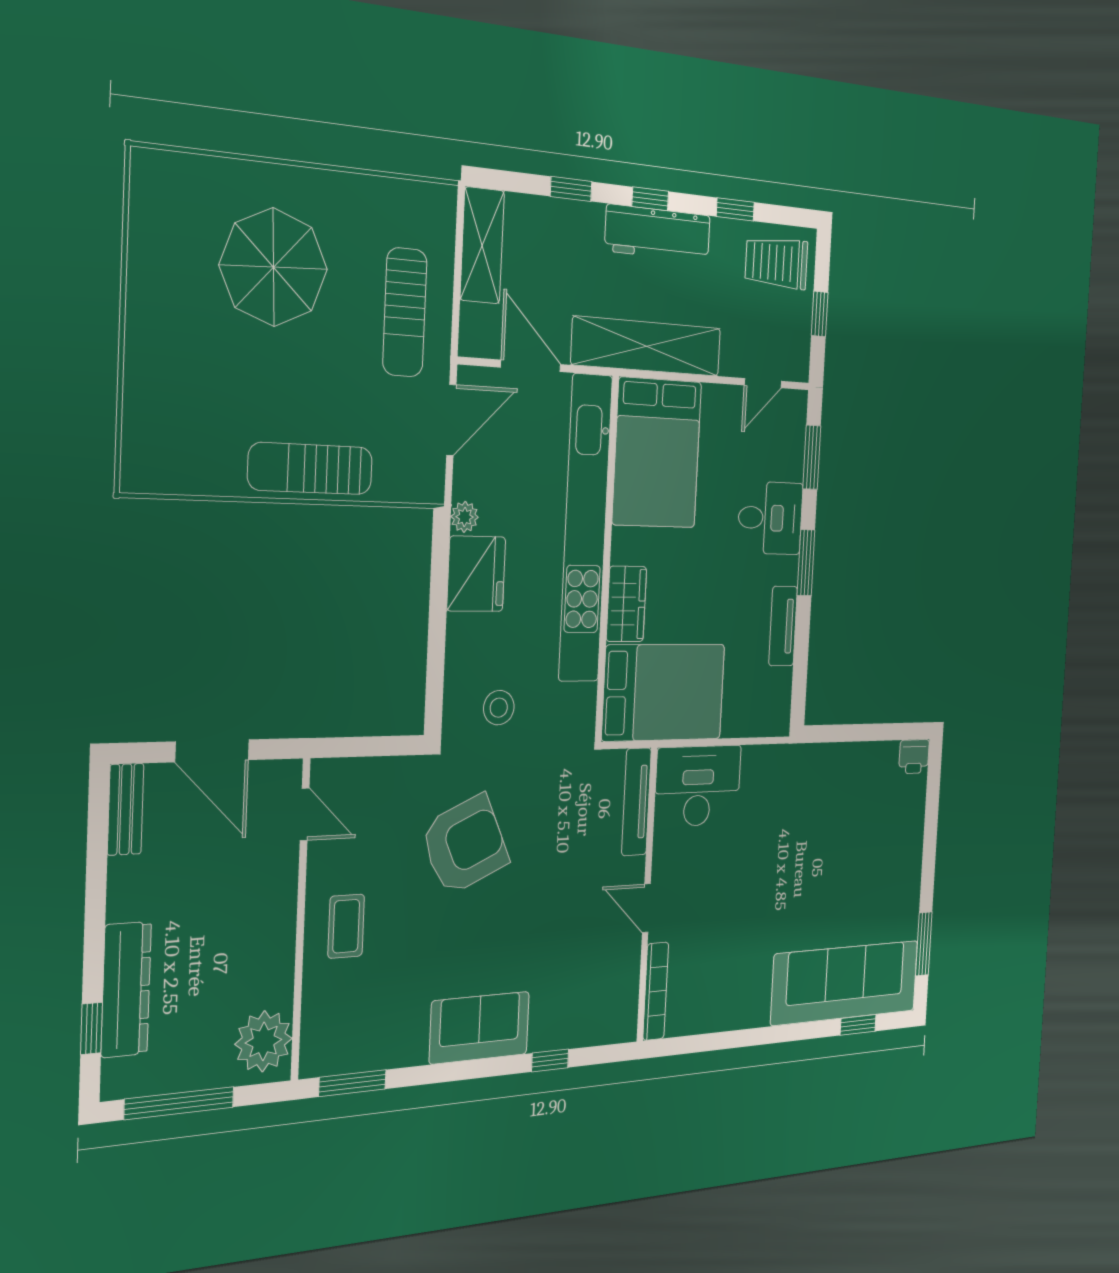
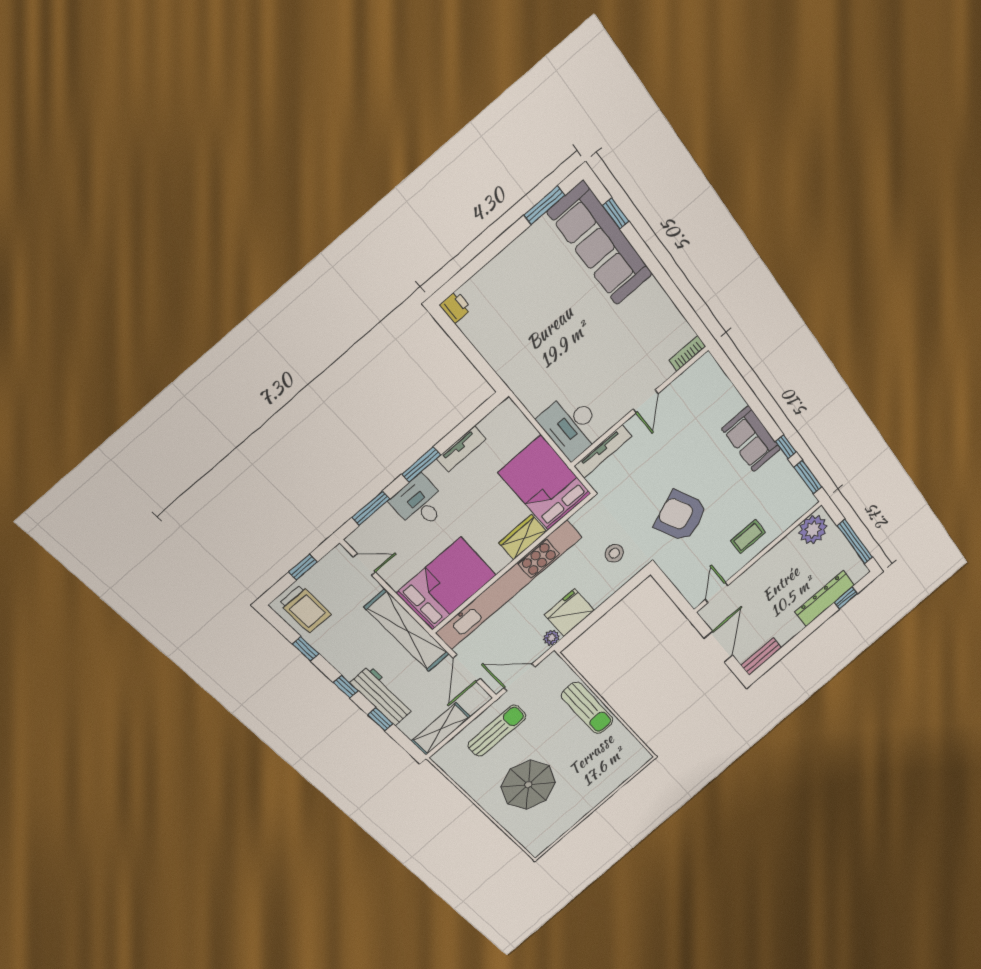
workbench: (658, 233) -> (382, 696), moved
bookcase: (656, 991) -> (687, 353), width x0.64
window: (550, 1060) -> (786, 447), moved

